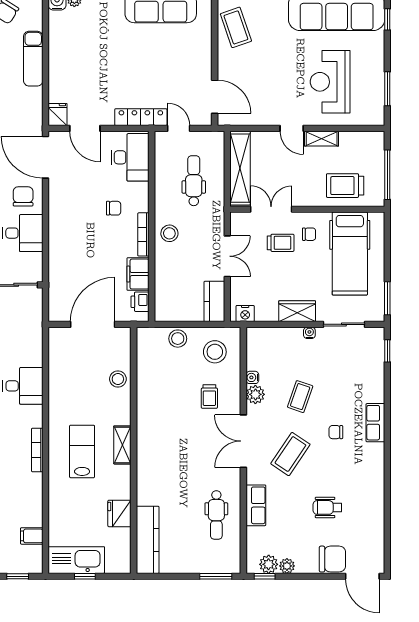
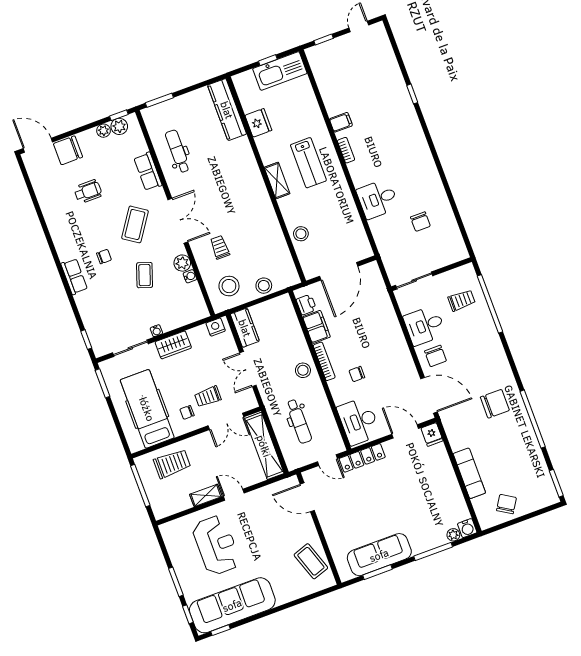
window: (387, 89) -> (176, 582), moved
bookcase: (37, 450) -> (346, 150), width x0.64
filing cabinet: (32, 536) -> (341, 122), moved

